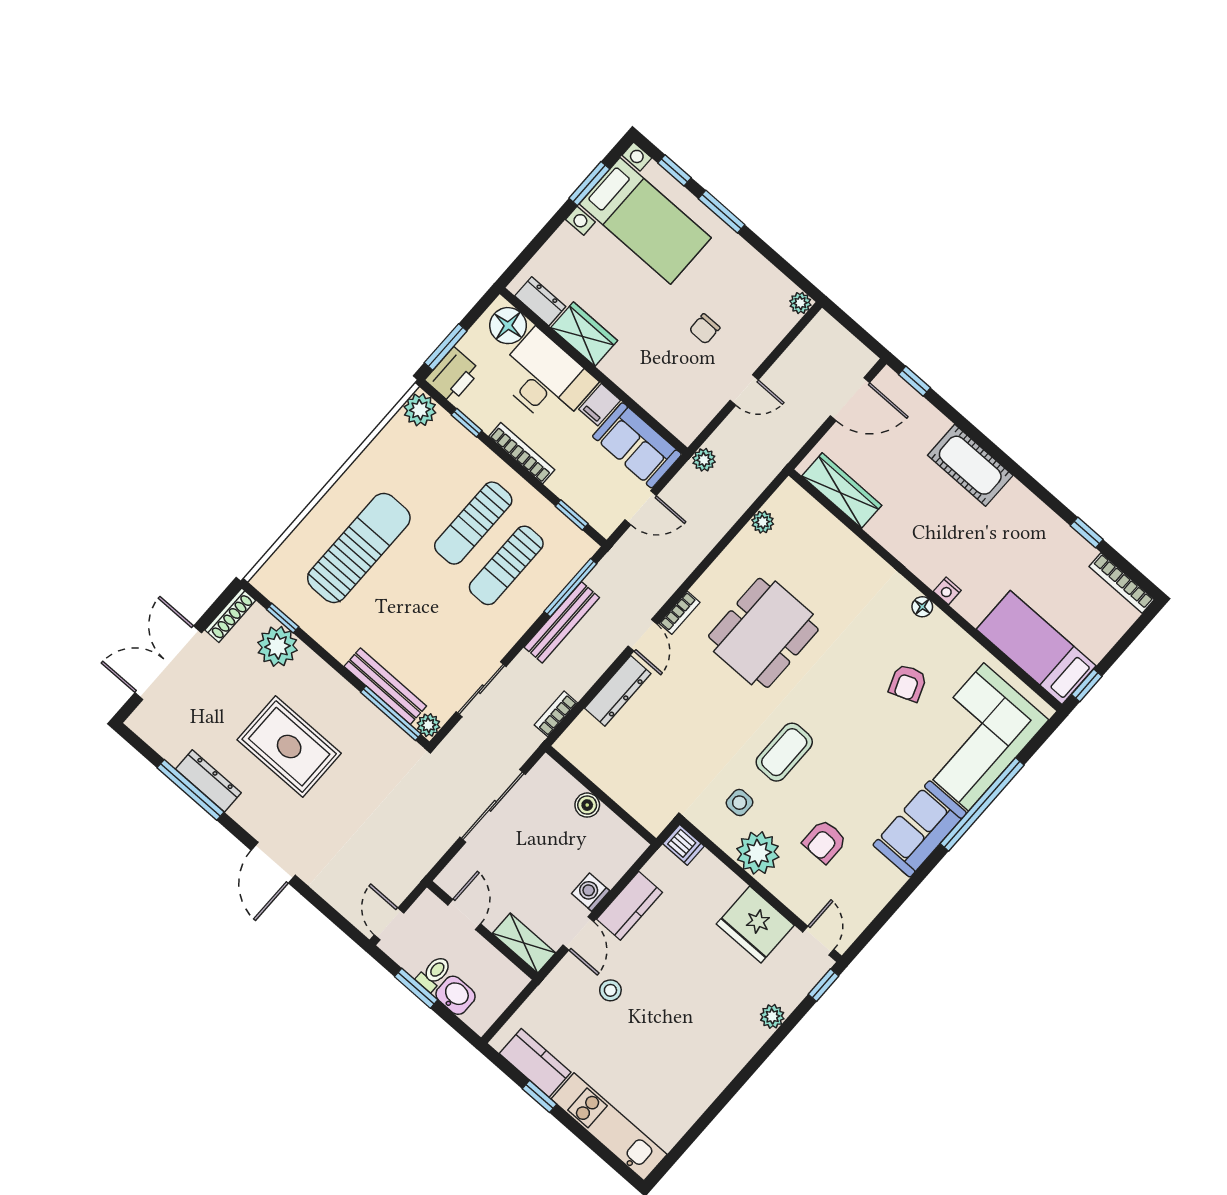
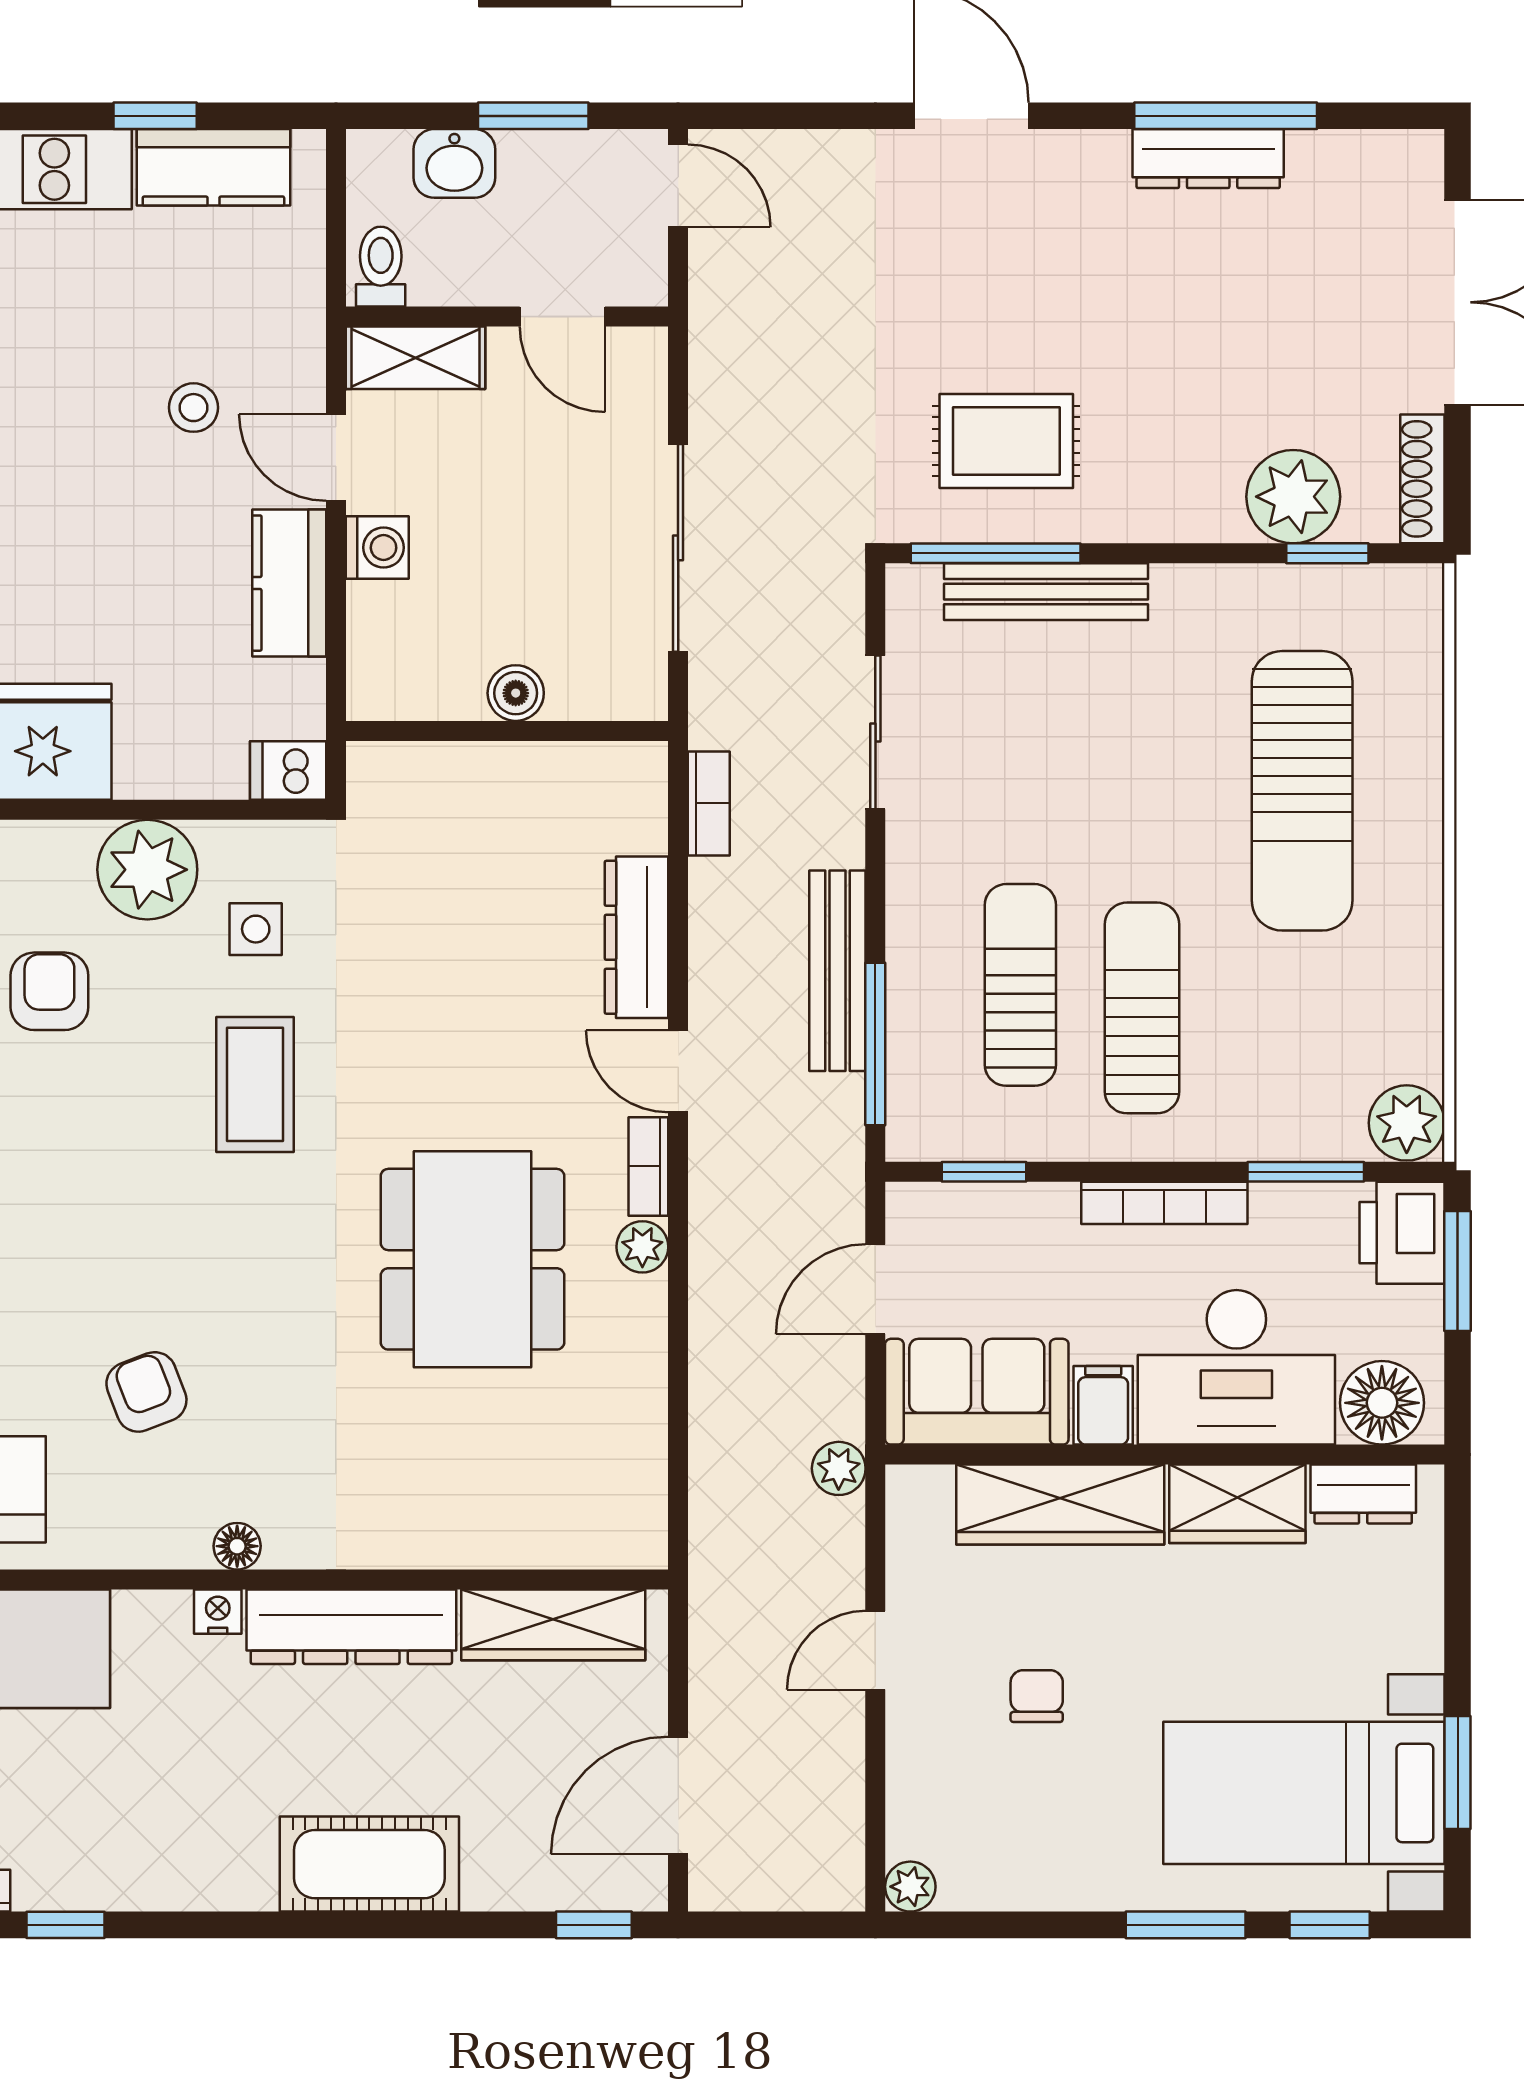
wardrobe: (642, 385) -> (1060, 1505), added
window: (467, 423) -> (1306, 1172), width x1.50
plant: (763, 522) -> (642, 1247), moved
dresser: (908, 548) -> (351, 1627), added
plant: (428, 725) -> (912, 590), removed
rug: (289, 747) -> (1006, 441), moved, width x0.73, depth x0.70
toilet: (434, 973) -> (381, 267), moved, turned 180

